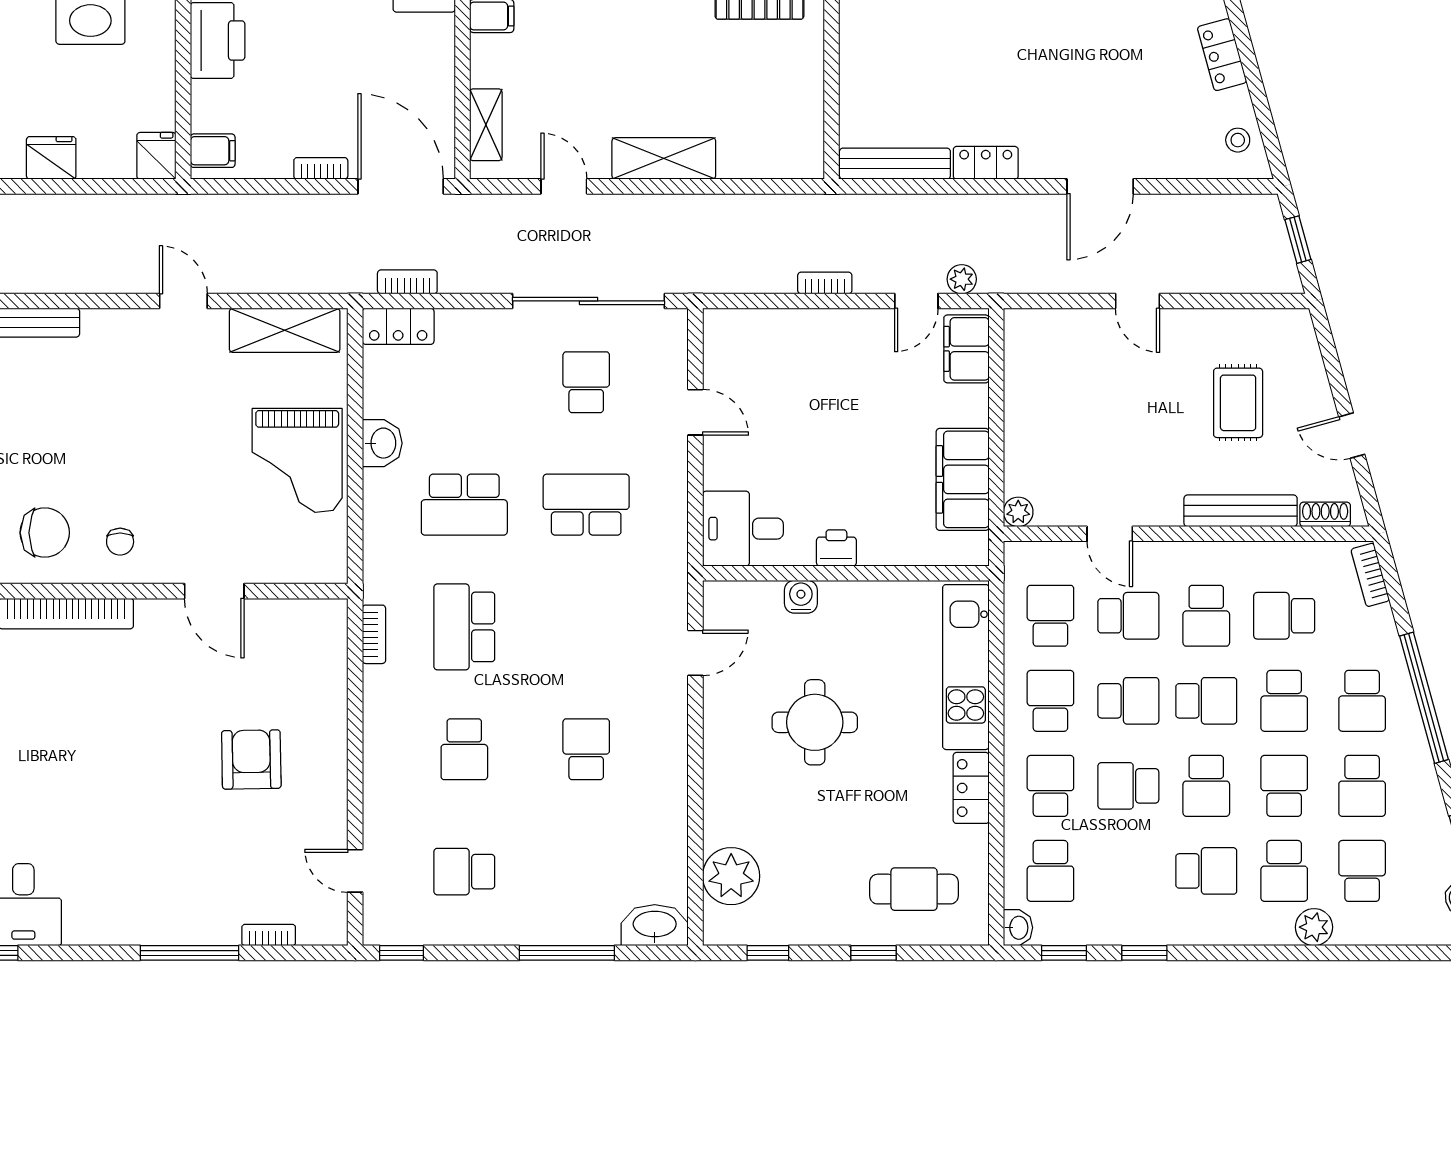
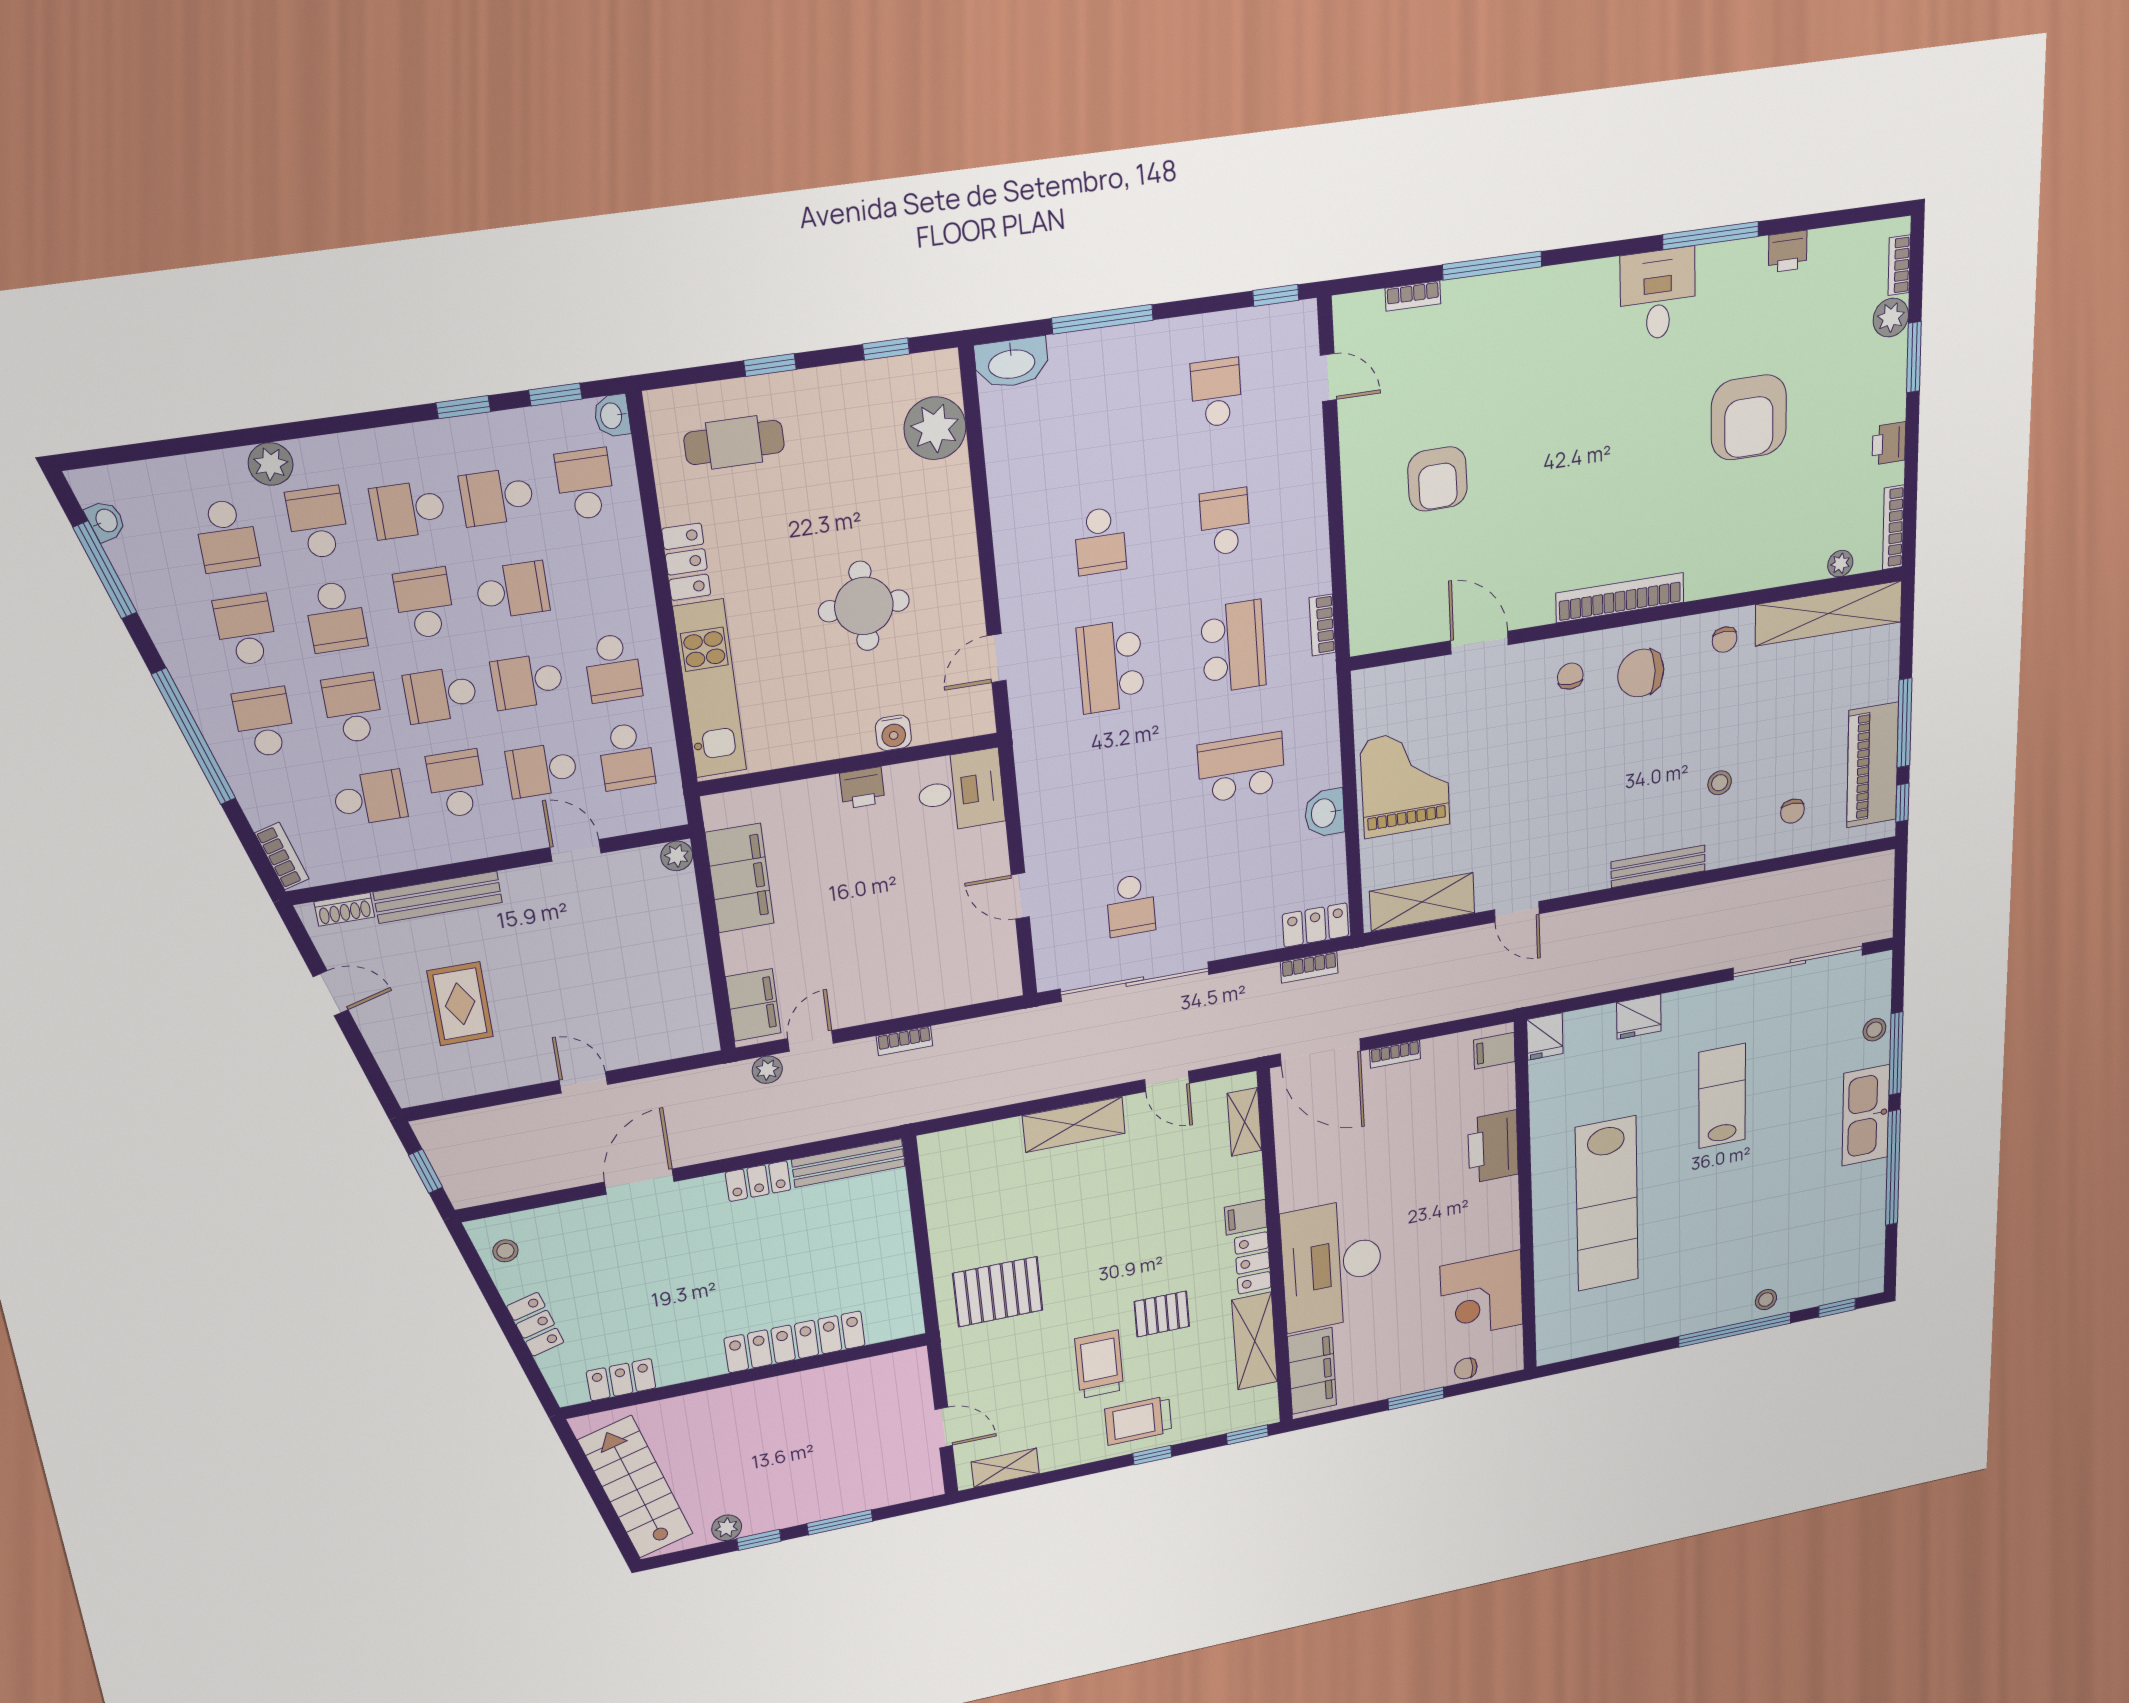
school desk: (586, 505) -> (1111, 667), moved, turned 90
school desk: (1050, 786) -> (497, 497), moved, turned 90
school desk: (464, 872) -> (1216, 393), turned -90

